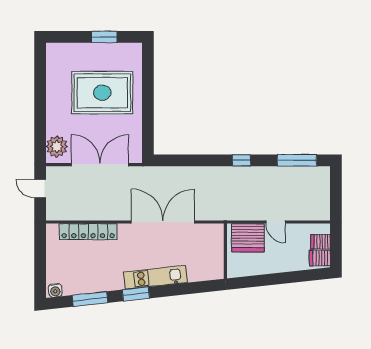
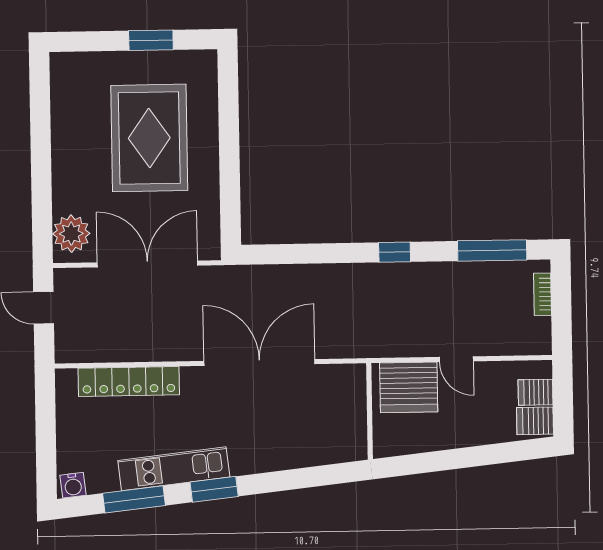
rug: (102, 93) -> (149, 138), turned 90
bookcase: (325, 186) -> (542, 294), added
kitchen unit: (155, 277) -> (174, 469), moved

